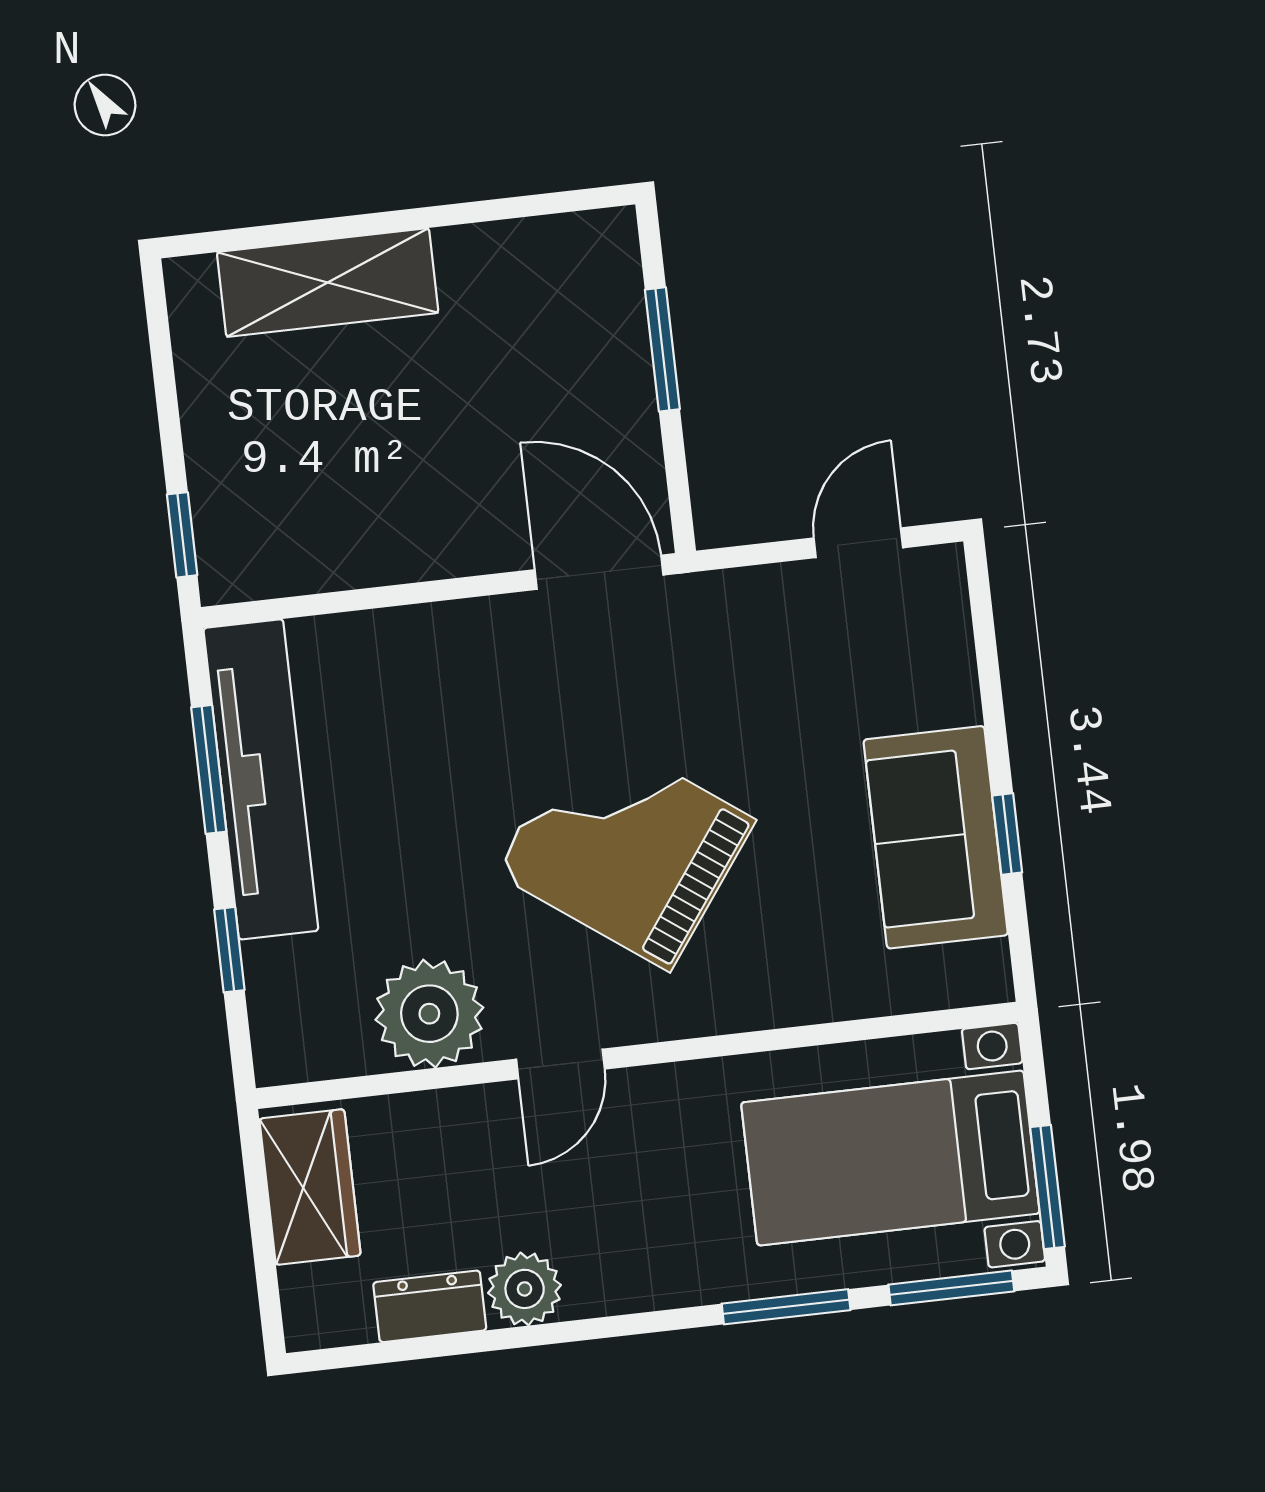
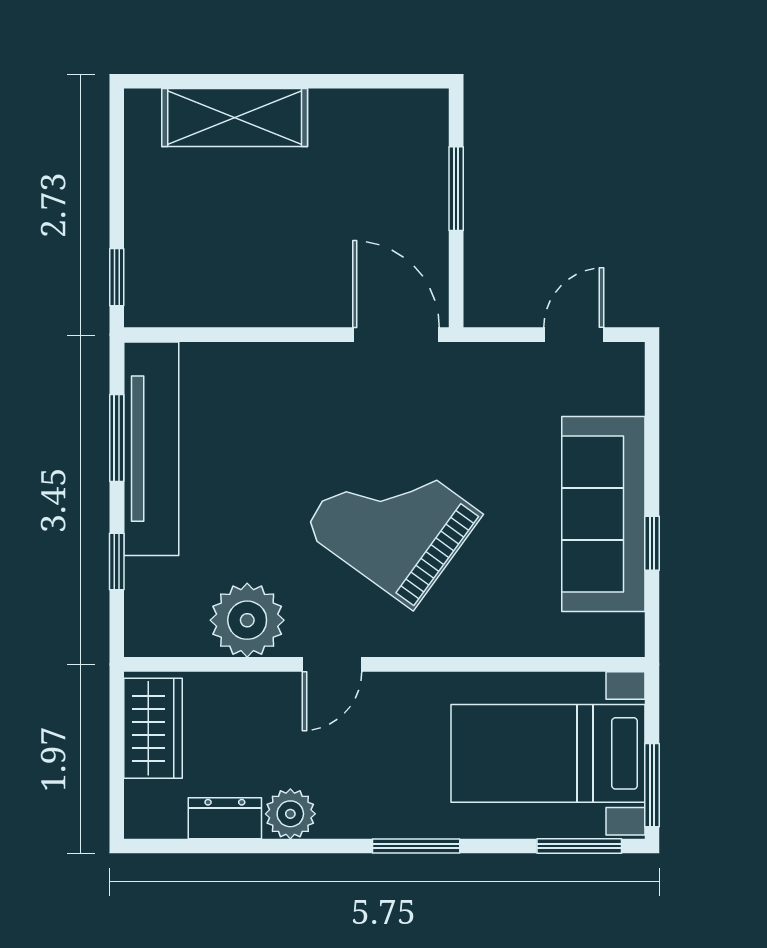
sofa: (936, 837) -> (603, 514), width x1.36
window: (786, 1307) -> (416, 846), moved

